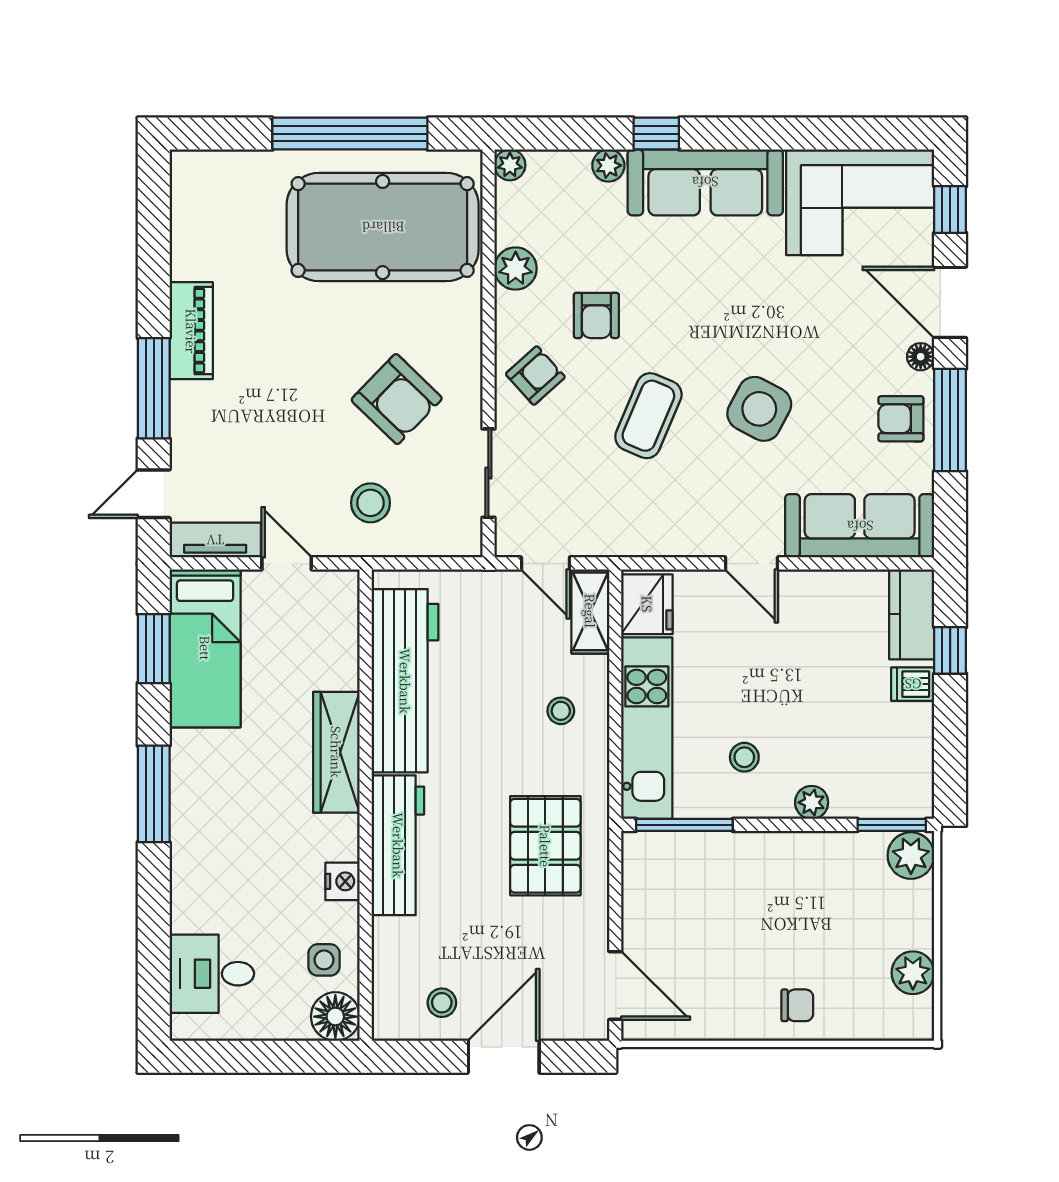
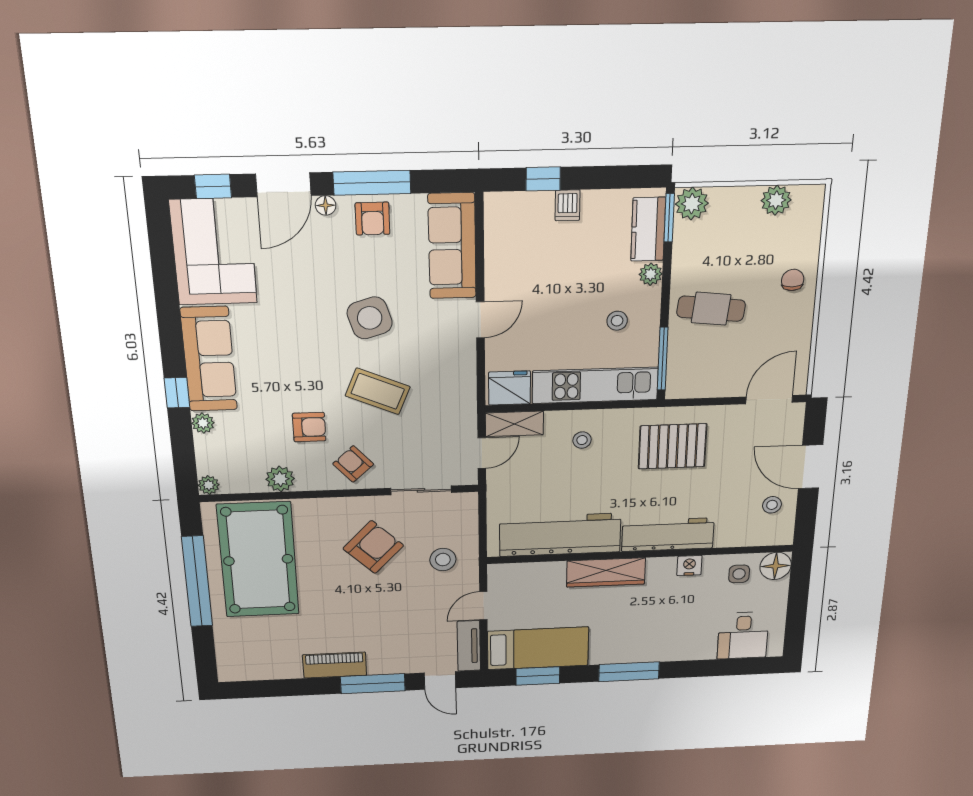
side table: (759, 409) -> (370, 318), turned 45
kitchen counter: (912, 614) -> (648, 229), moved, turned 90
cafe table: (758, 891) -> (711, 309), added

